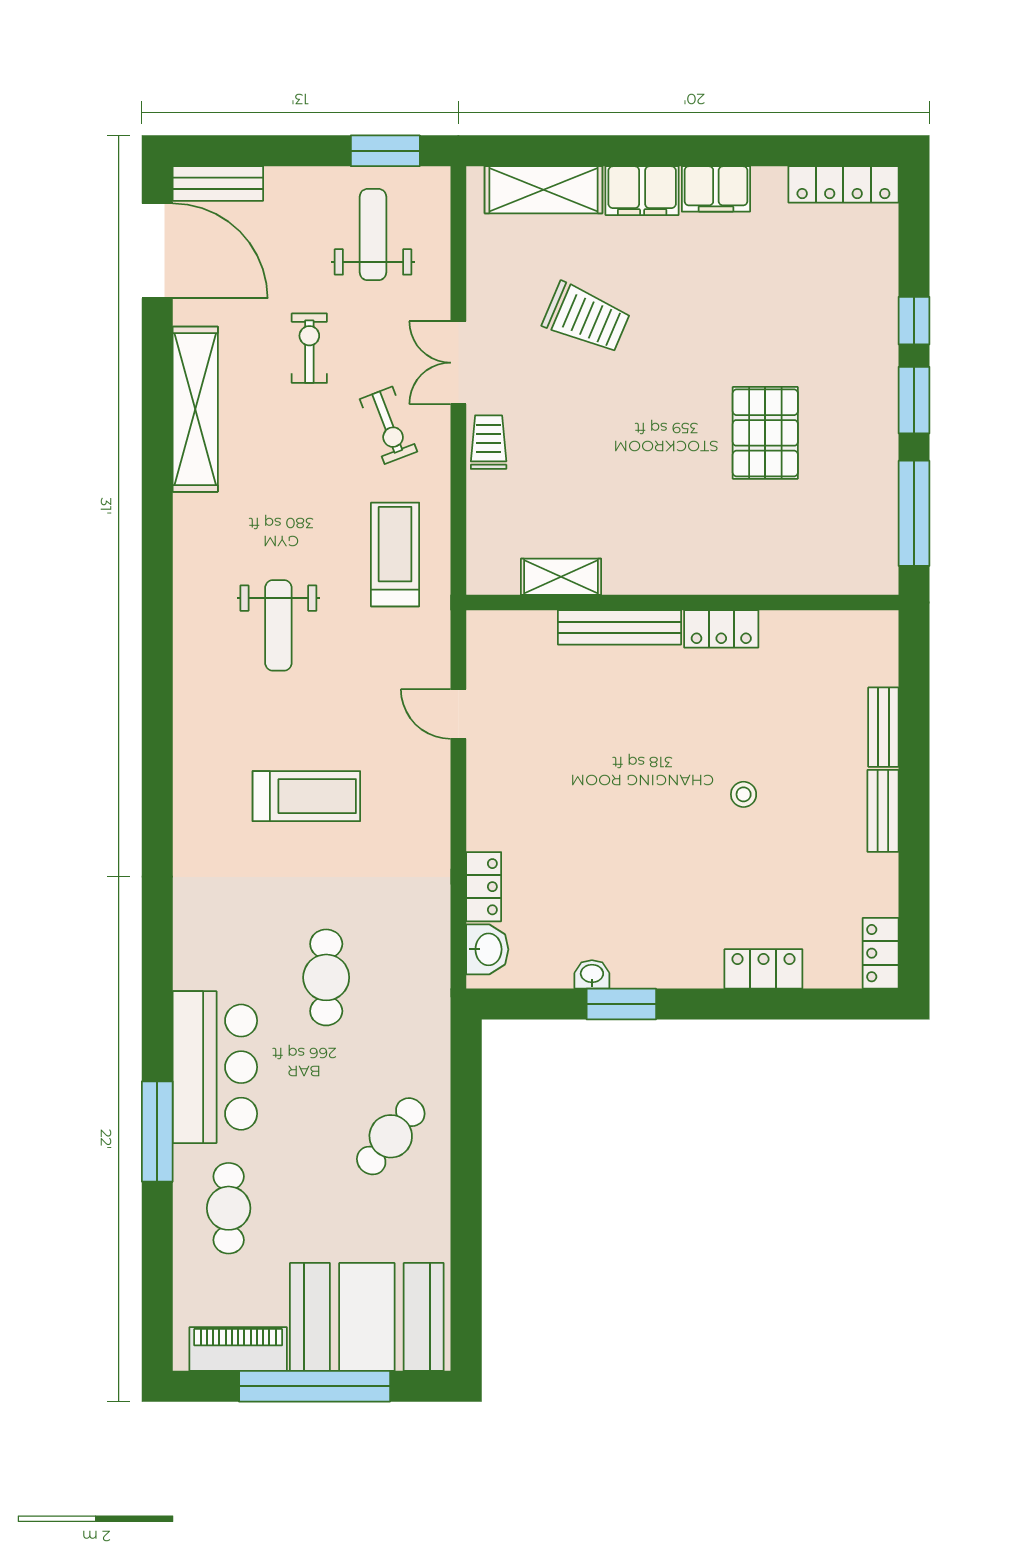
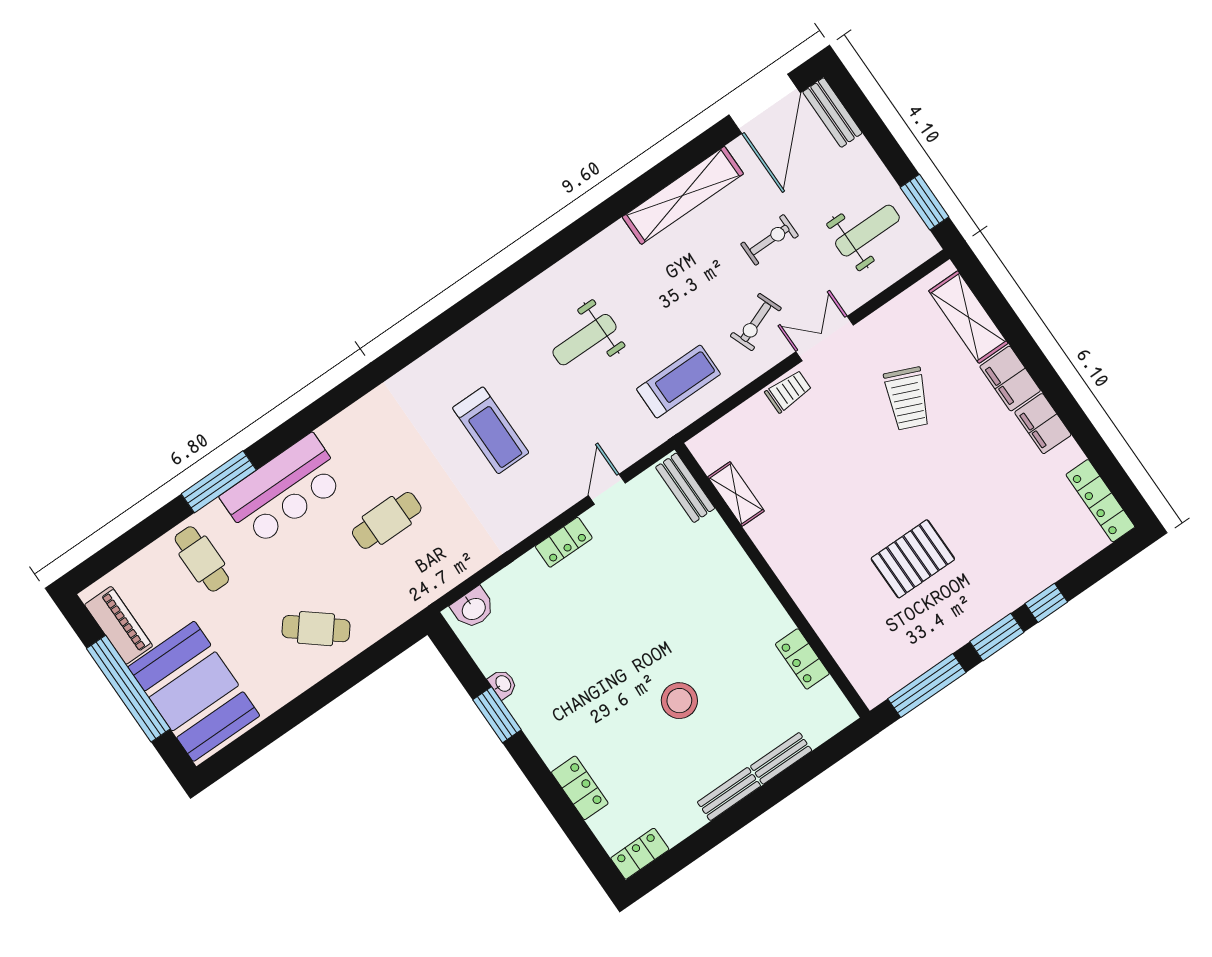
bench: (620, 627) -> (685, 488), moved, width x0.73
locker: (721, 629) -> (802, 659), moved
stool: (744, 794) -> (679, 701), width x1.89, depth x1.89
locker: (484, 887) -> (564, 542), moved
cafe table: (229, 1208) -> (202, 559), turned 90

